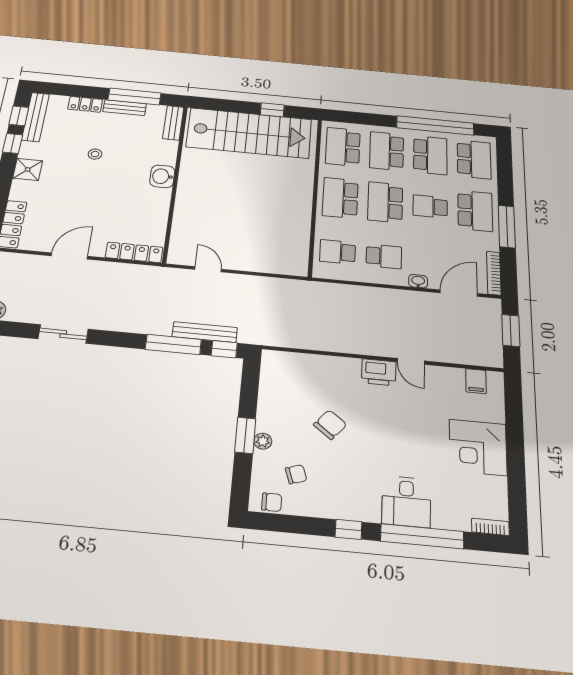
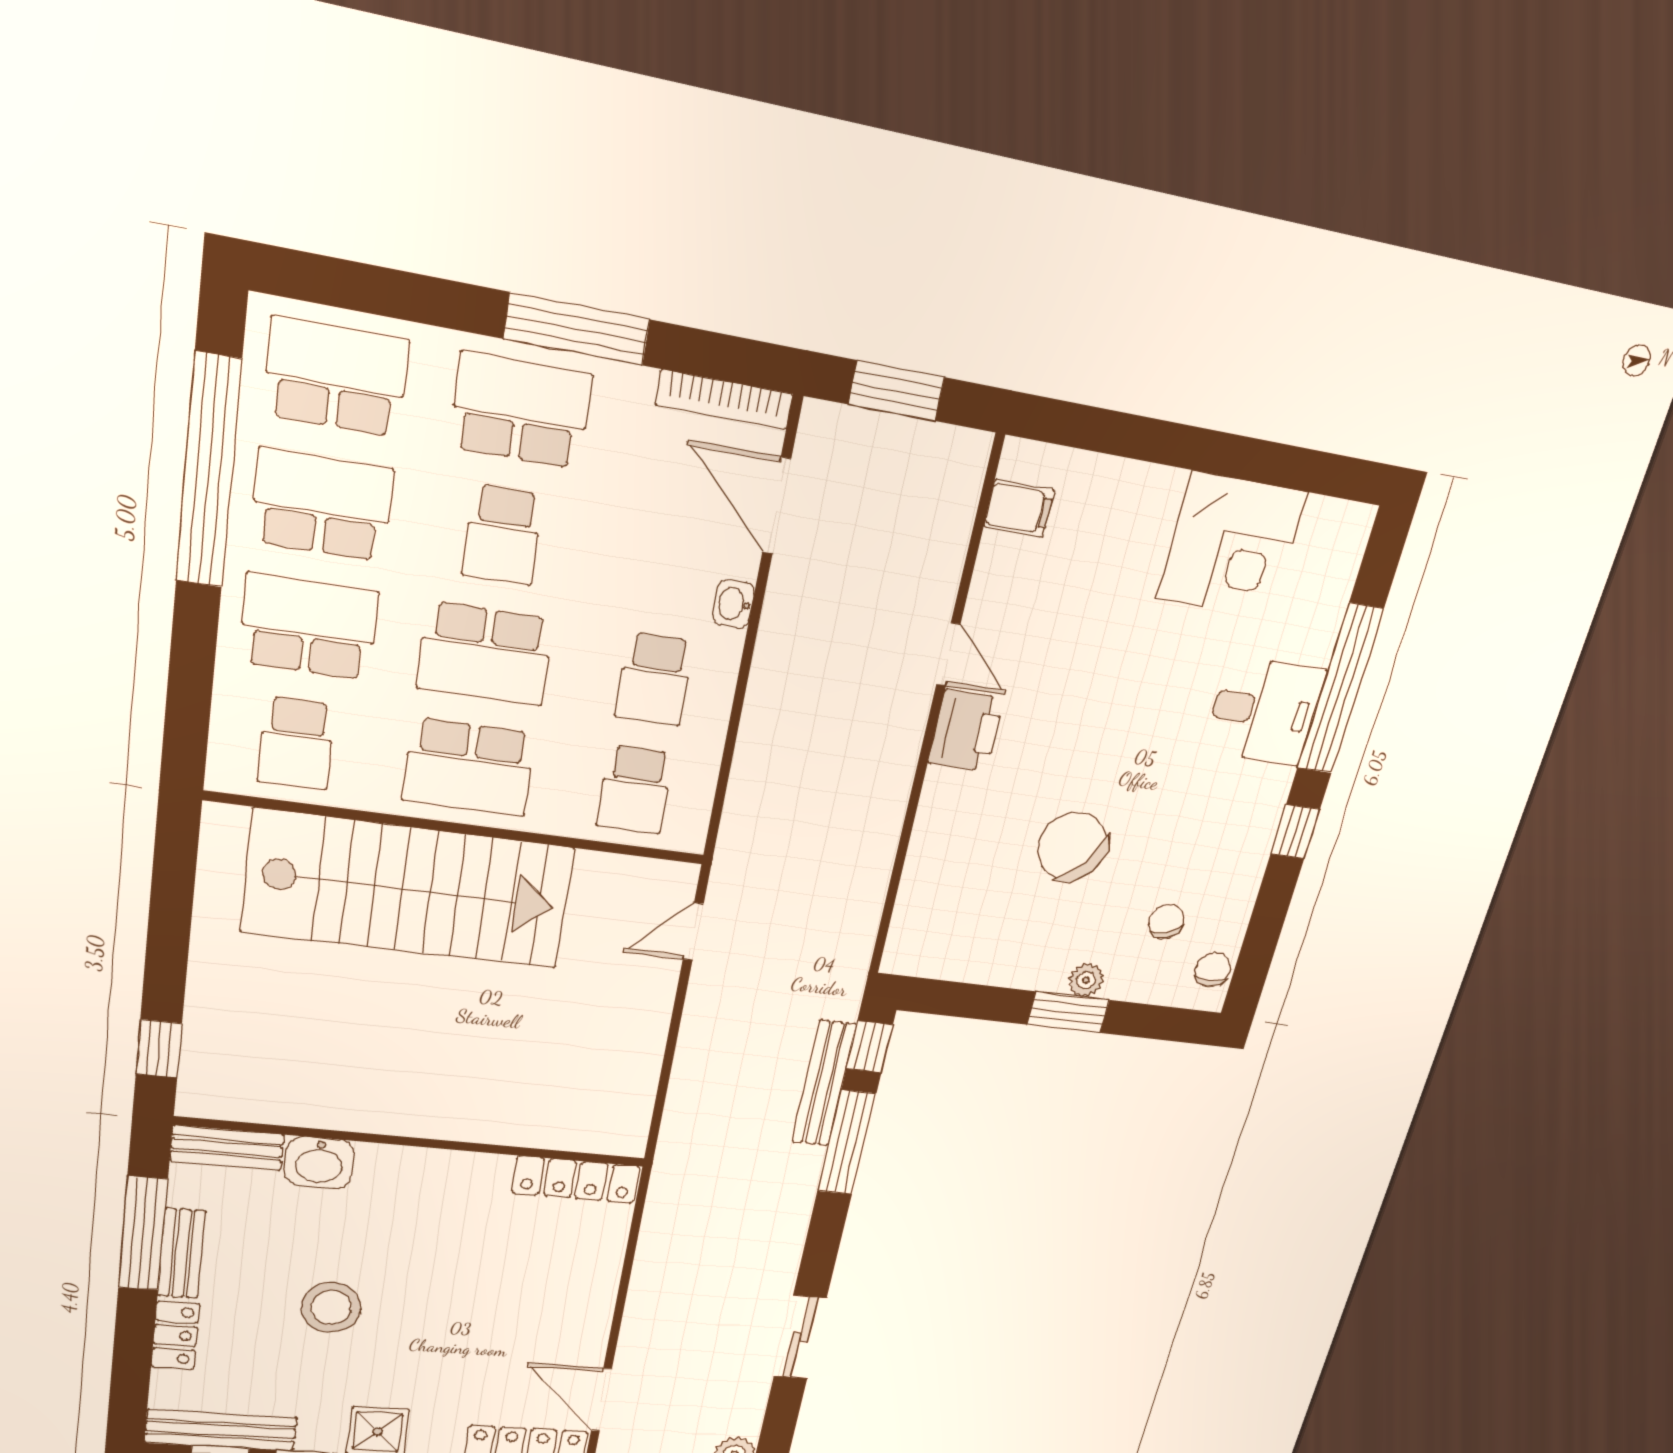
window: (272, 110) -> (159, 1049), moved
stairs: (249, 133) -> (409, 890), moved, turned 90
school desk: (343, 147) -> (296, 743), width x0.54
school desk: (387, 151) -> (309, 627), turned 180
stool: (95, 154) -> (331, 1307), width x1.89, depth x1.89
washbasin: (162, 176) -> (319, 1163), moved
locker: (134, 252) -> (576, 1180), moved, turned -90
door: (69, 256) -> (601, 1400), moved
school desk: (384, 256) -> (654, 679), turned 180
door: (208, 269) -> (693, 932), moved
door: (411, 361) -> (948, 654), hinge flipped
chair: (330, 425) -> (1072, 847), width x1.37, depth x1.37
corner desk: (478, 447) -> (1232, 545), moved
bookcase: (490, 527) -> (1353, 543), removed

